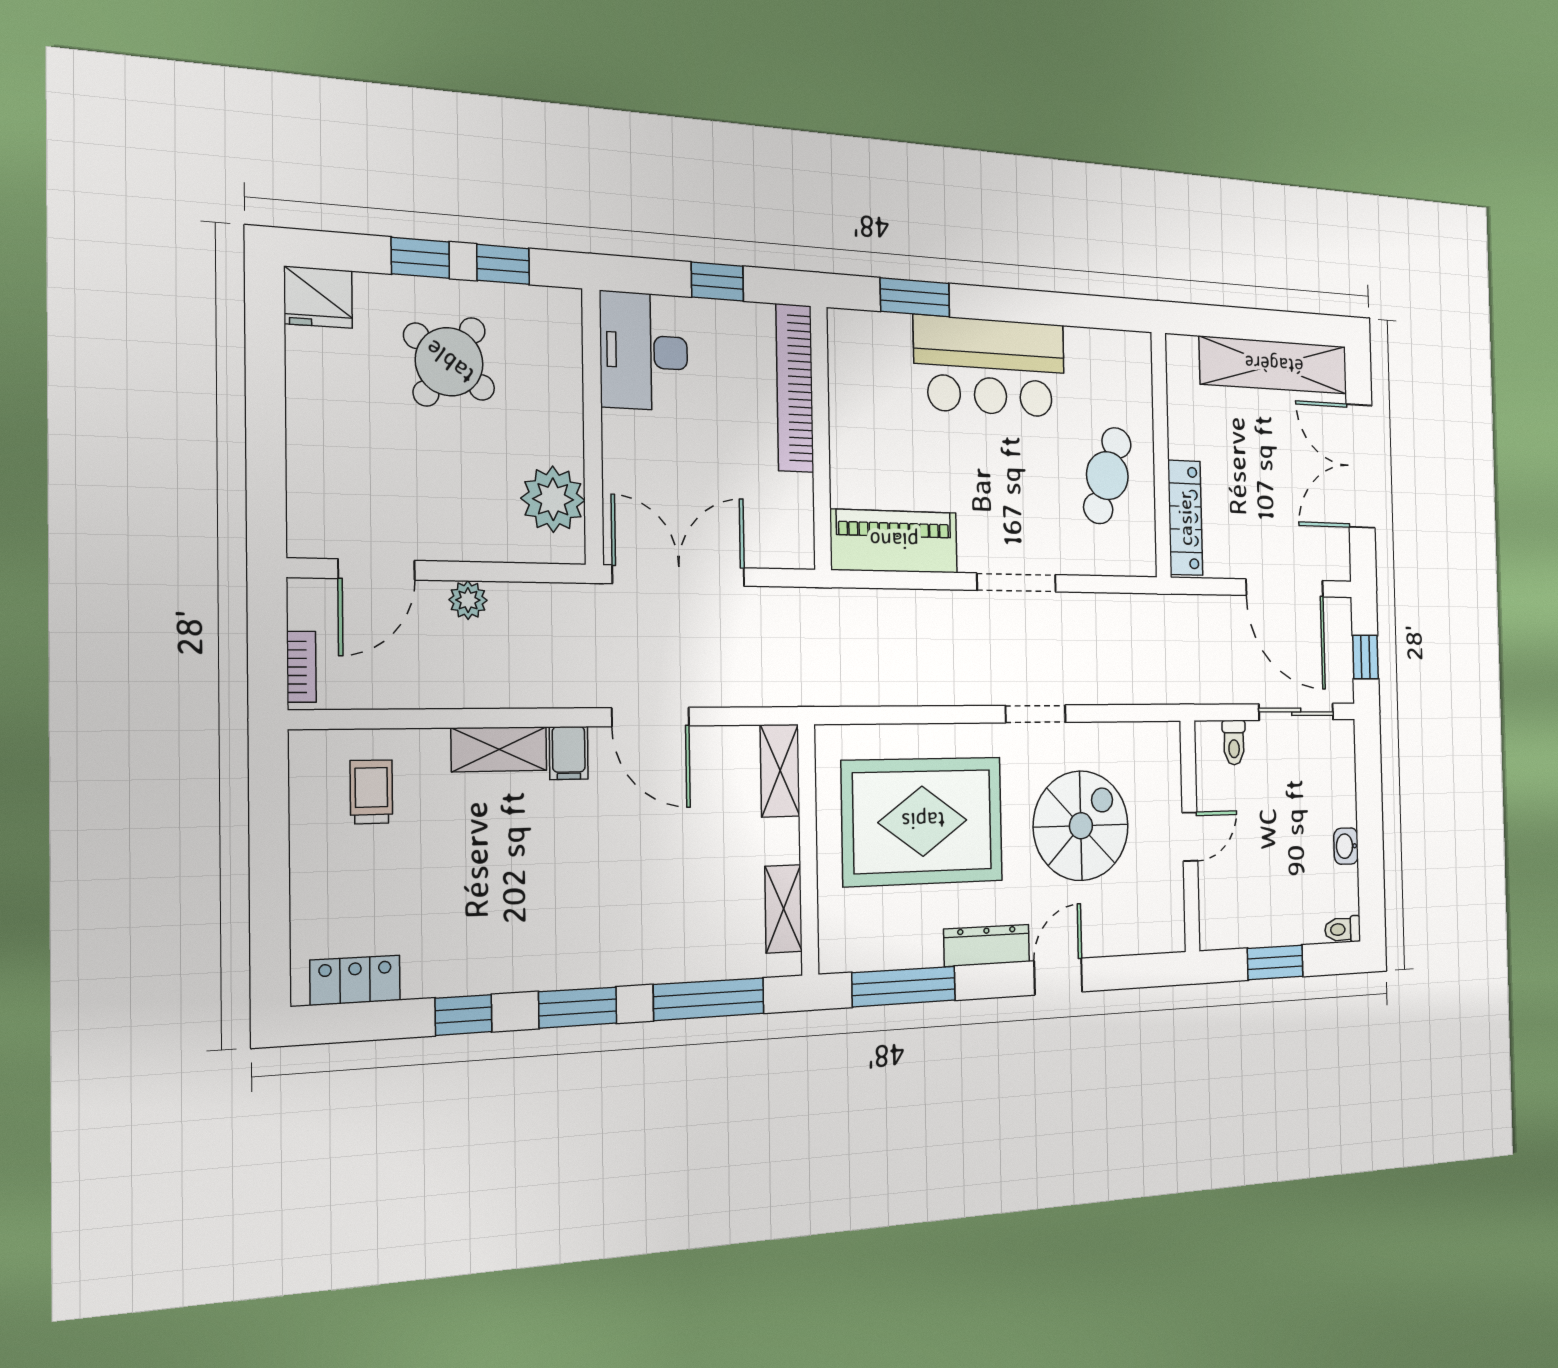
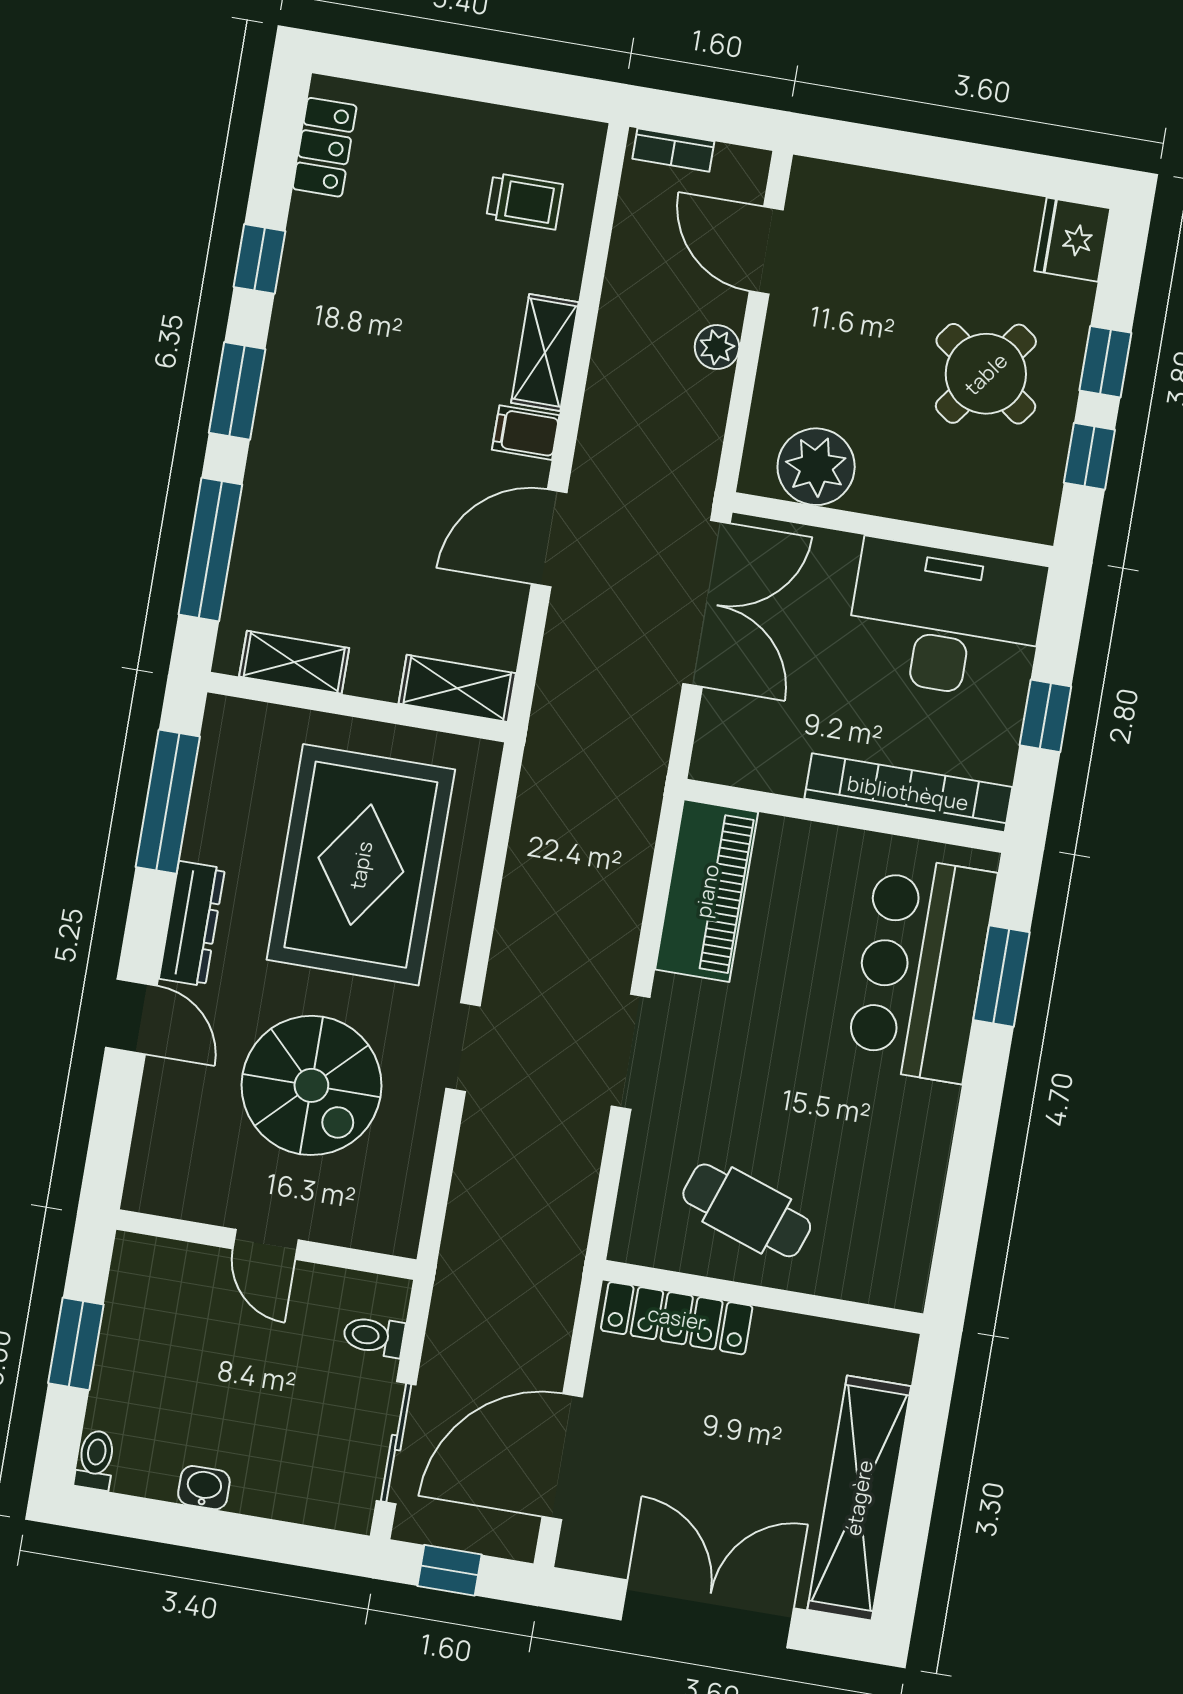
desk: (644, 351) -> (945, 620), width x1.36, depth x1.30
bar counter: (990, 367) -> (921, 969), moved

